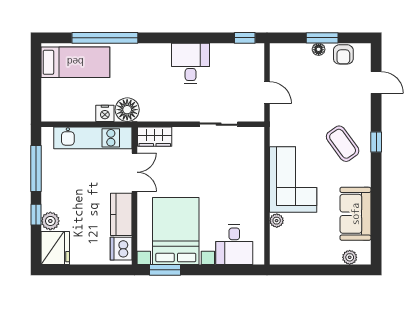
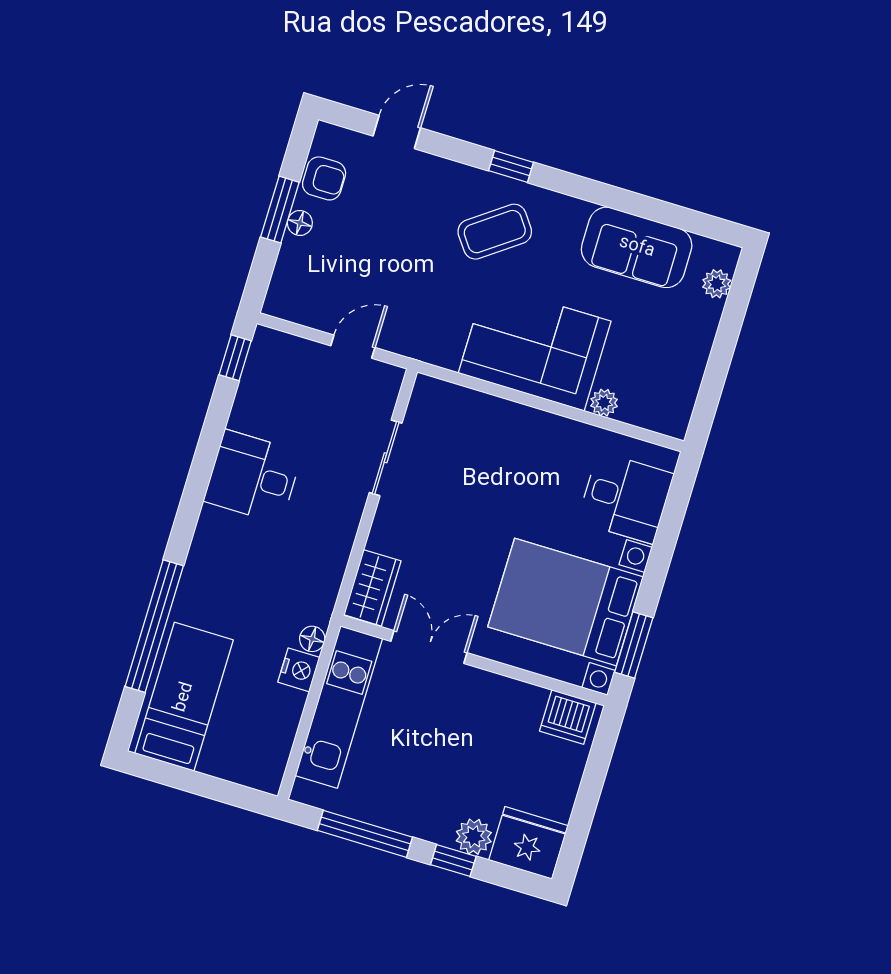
floor lamp: (127, 110) -> (312, 639), width x0.53, depth x0.53
kitchen counter: (121, 214) -> (502, 697), removed

